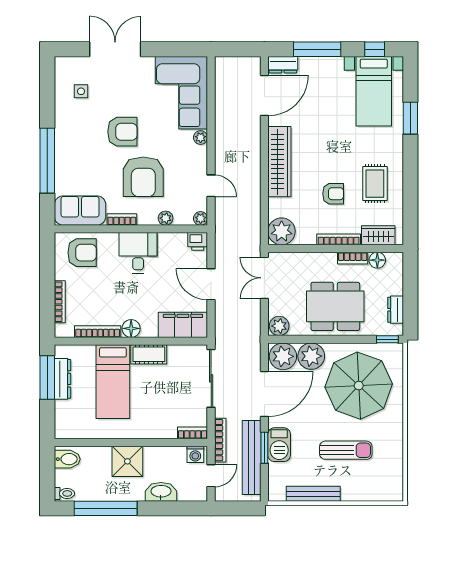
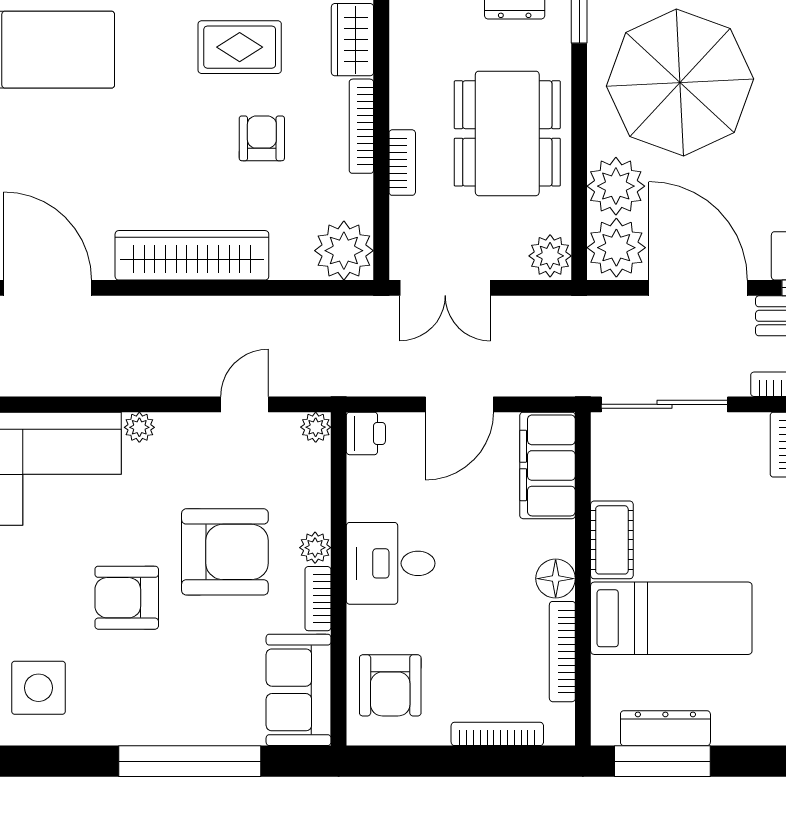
side table: (81, 91) -> (39, 688), width x1.87, depth x1.87
armchair: (122, 132) -> (127, 598), turned -90
plant: (166, 218) -> (315, 548), moved
armchair: (82, 253) -> (390, 685), turned 180
bookcase: (353, 258) -> (402, 163), moved
floor lamp: (377, 260) -> (407, 42), removed

